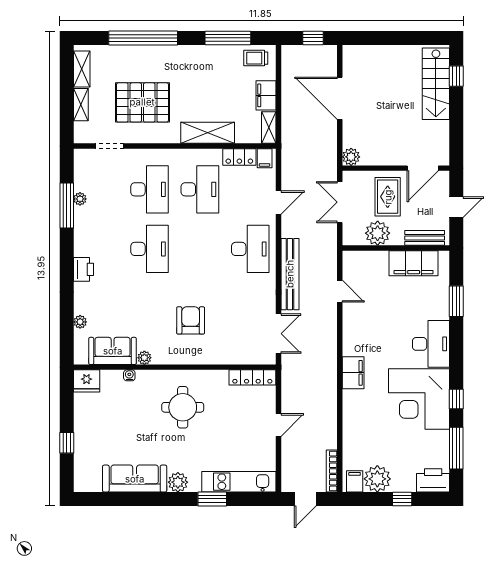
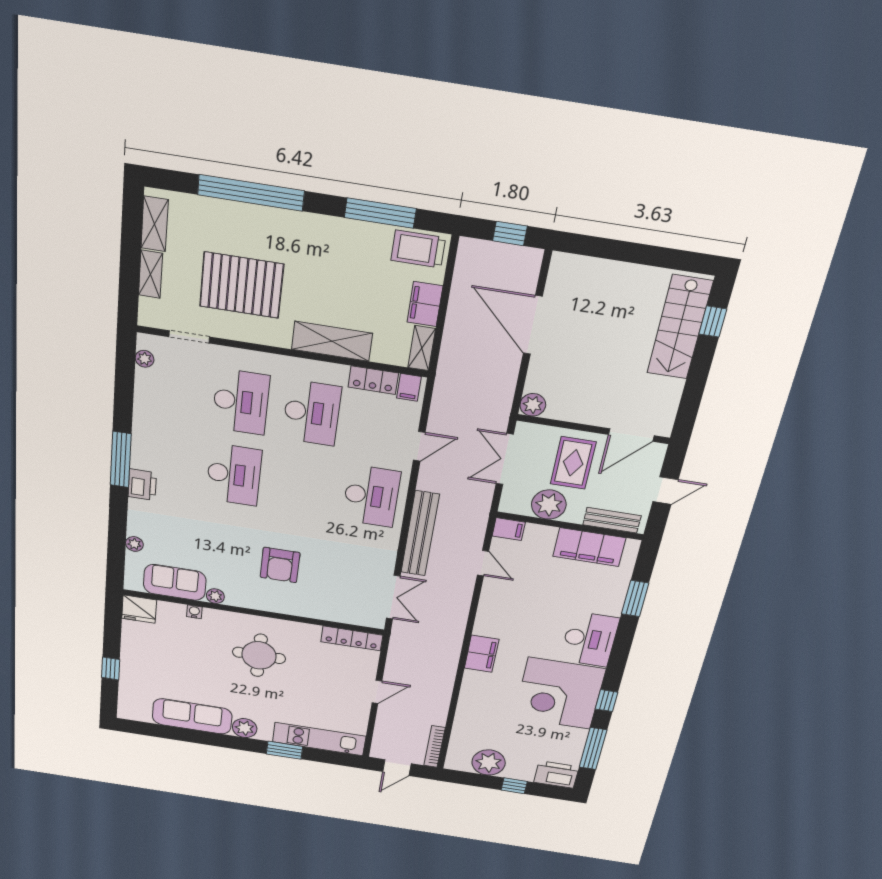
trolley: (256, 58) -> (418, 249), width x1.36, depth x1.39
plant: (80, 199) -> (145, 359), moved
window: (67, 205) -> (121, 460), moved
armchair: (191, 320) -> (280, 565), turned 180
filing cabinet: (355, 481) -> (509, 529), moved, turned 90

